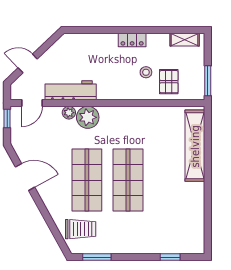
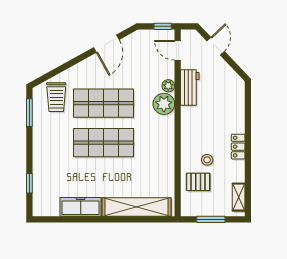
window: (208, 81) -> (211, 219), moved
workbench: (71, 90) -> (190, 87), width x0.73
freezer: (195, 204) -> (81, 207), added

